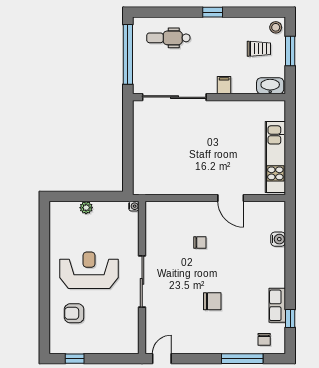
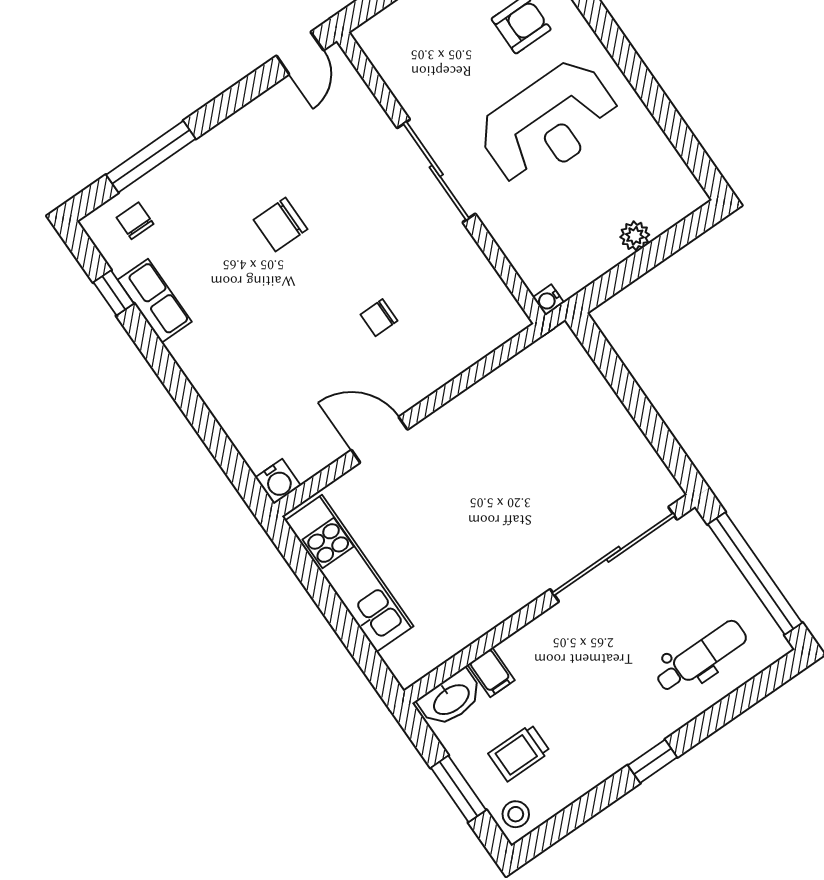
filing cabinet: (224, 85) -> (491, 672), moved
water cooler: (278, 239) -> (278, 482), moved, turned -90

